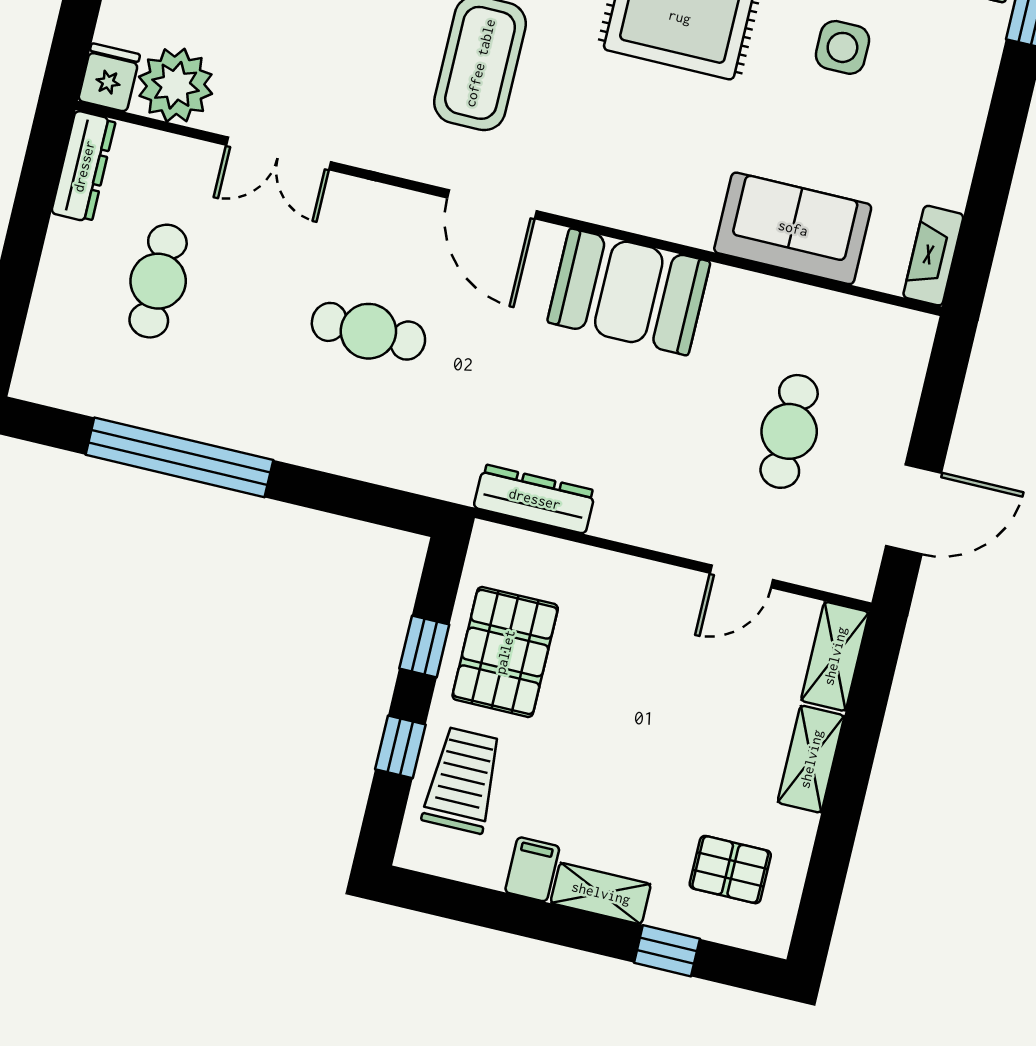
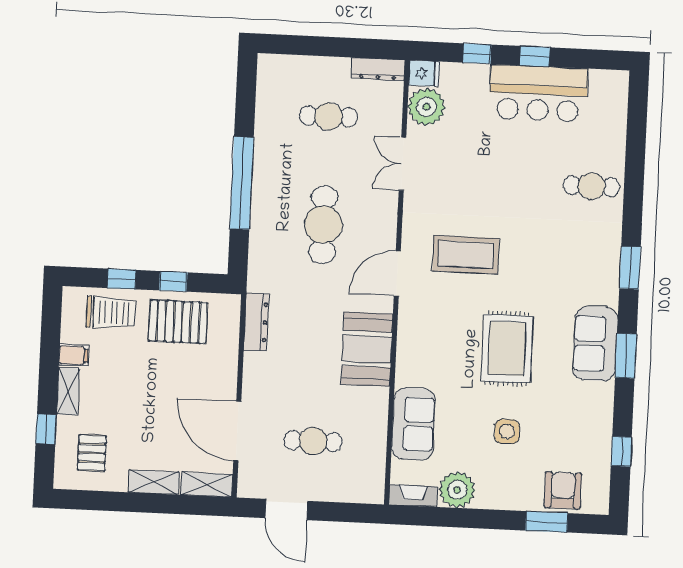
plant: (938, 167) -> (457, 490), added
cafe table: (368, 331) -> (323, 225), width x1.37, depth x1.35
window: (179, 457) -> (242, 183), moved
door: (741, 576) -> (237, 431), width x1.88

